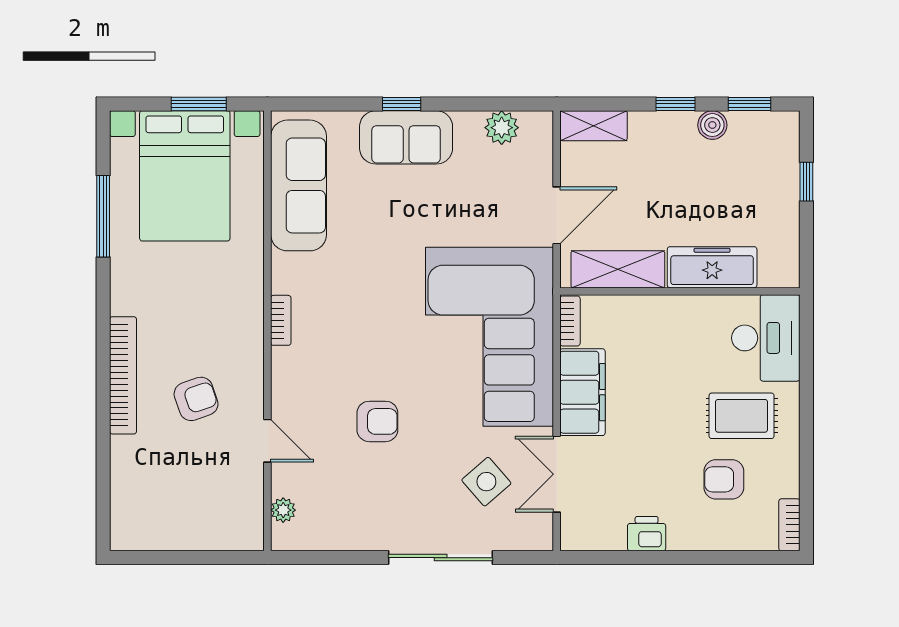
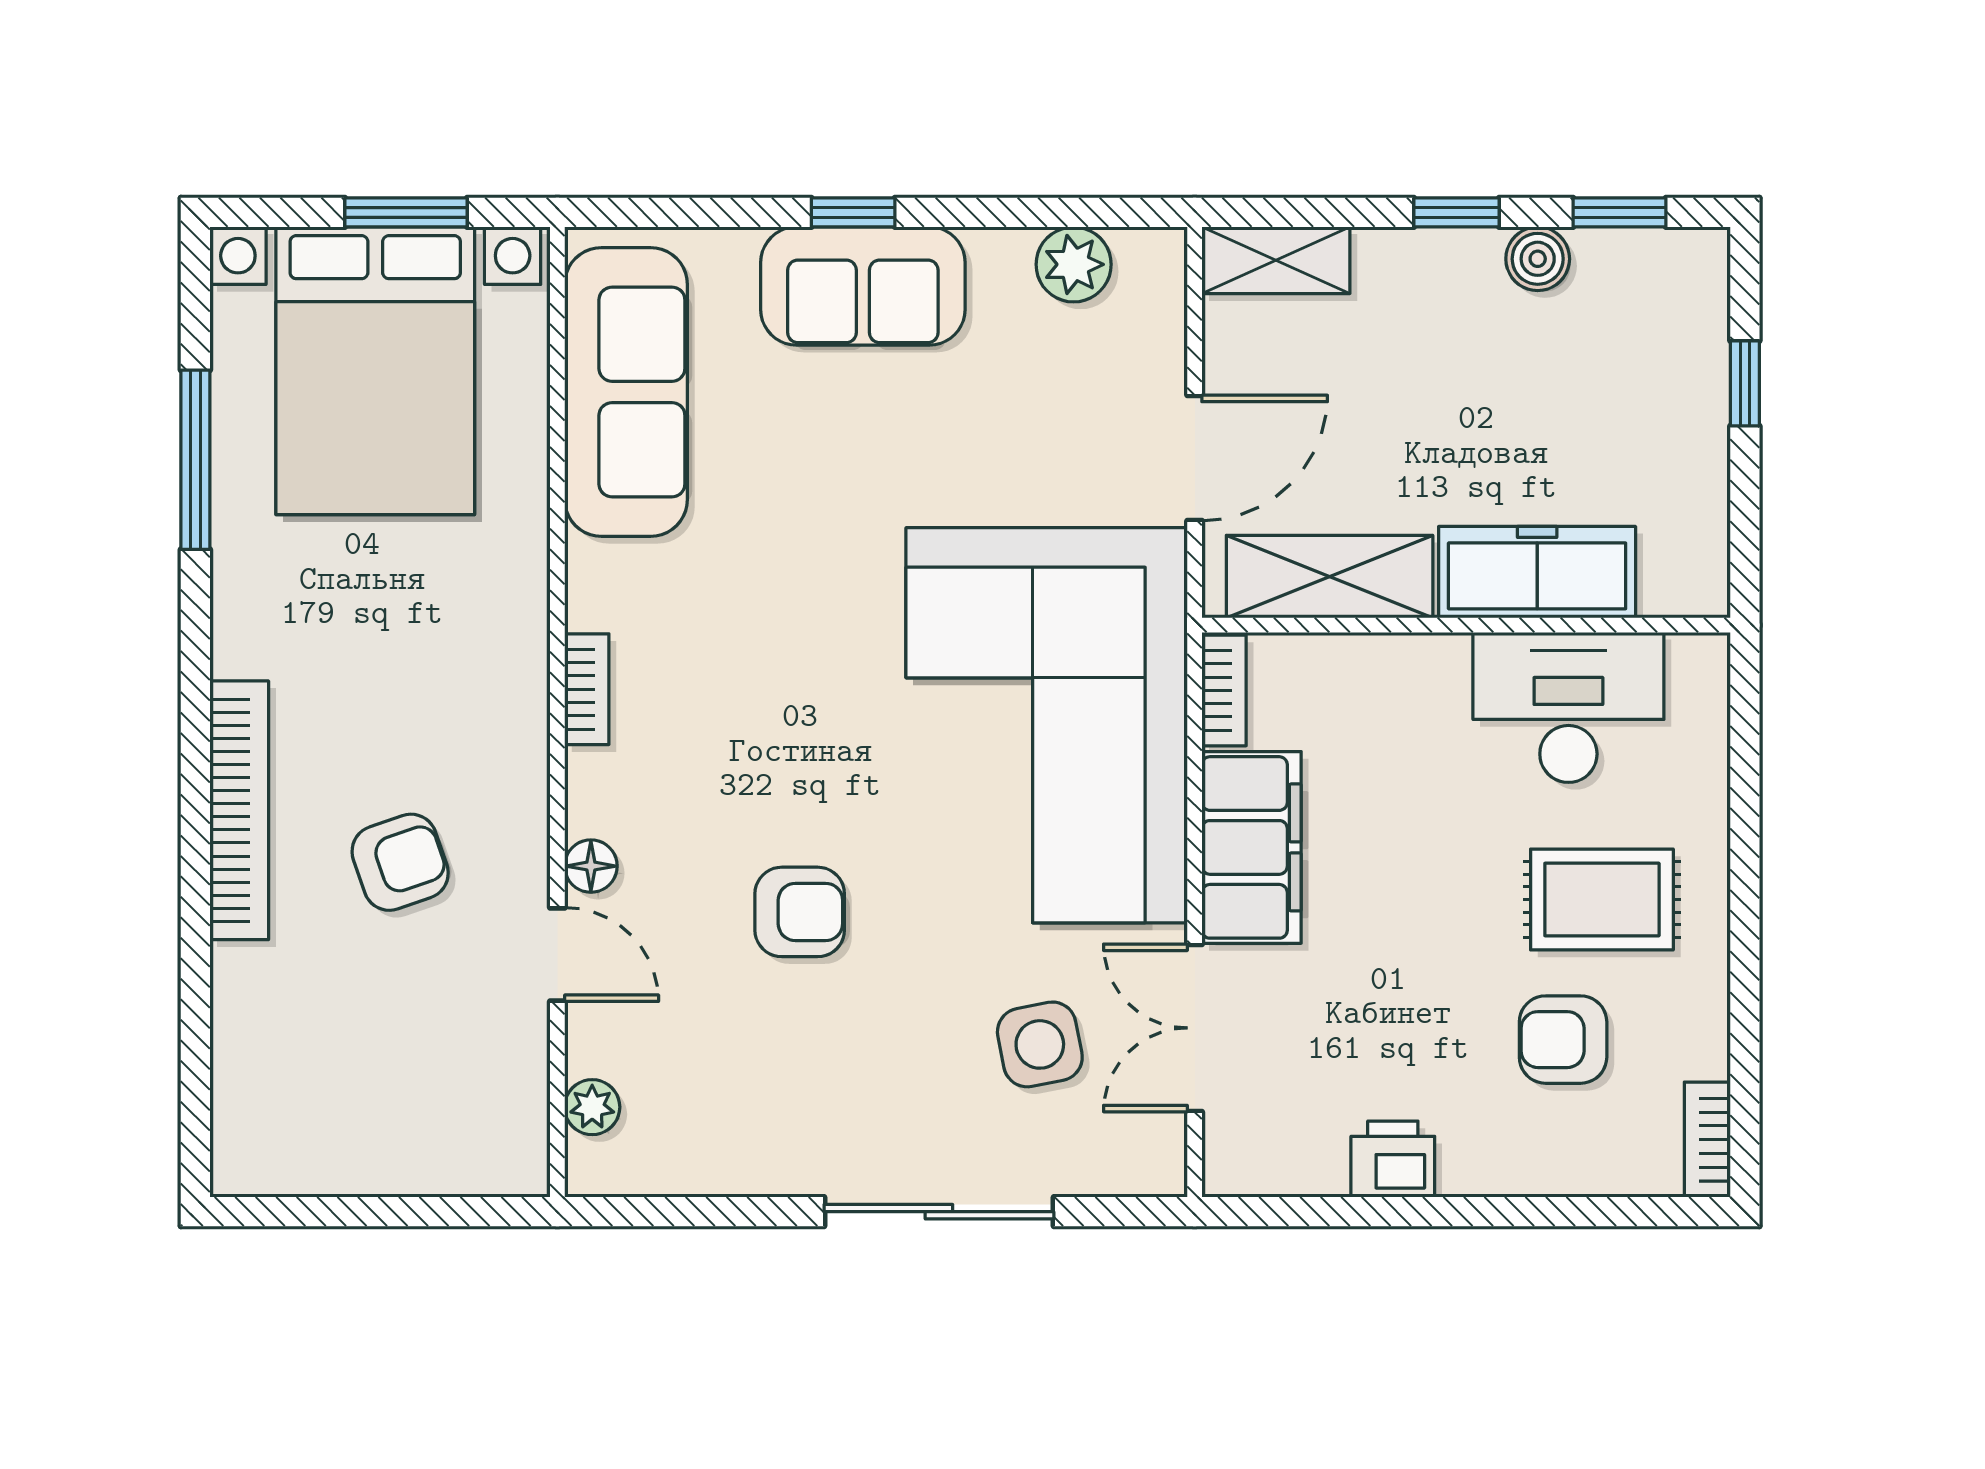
desk: (766, 338) -> (1568, 707), moved, turned -90
floor lamp: (283, 401) -> (591, 866), added
side table: (486, 482) -> (1040, 1044), turned 30

